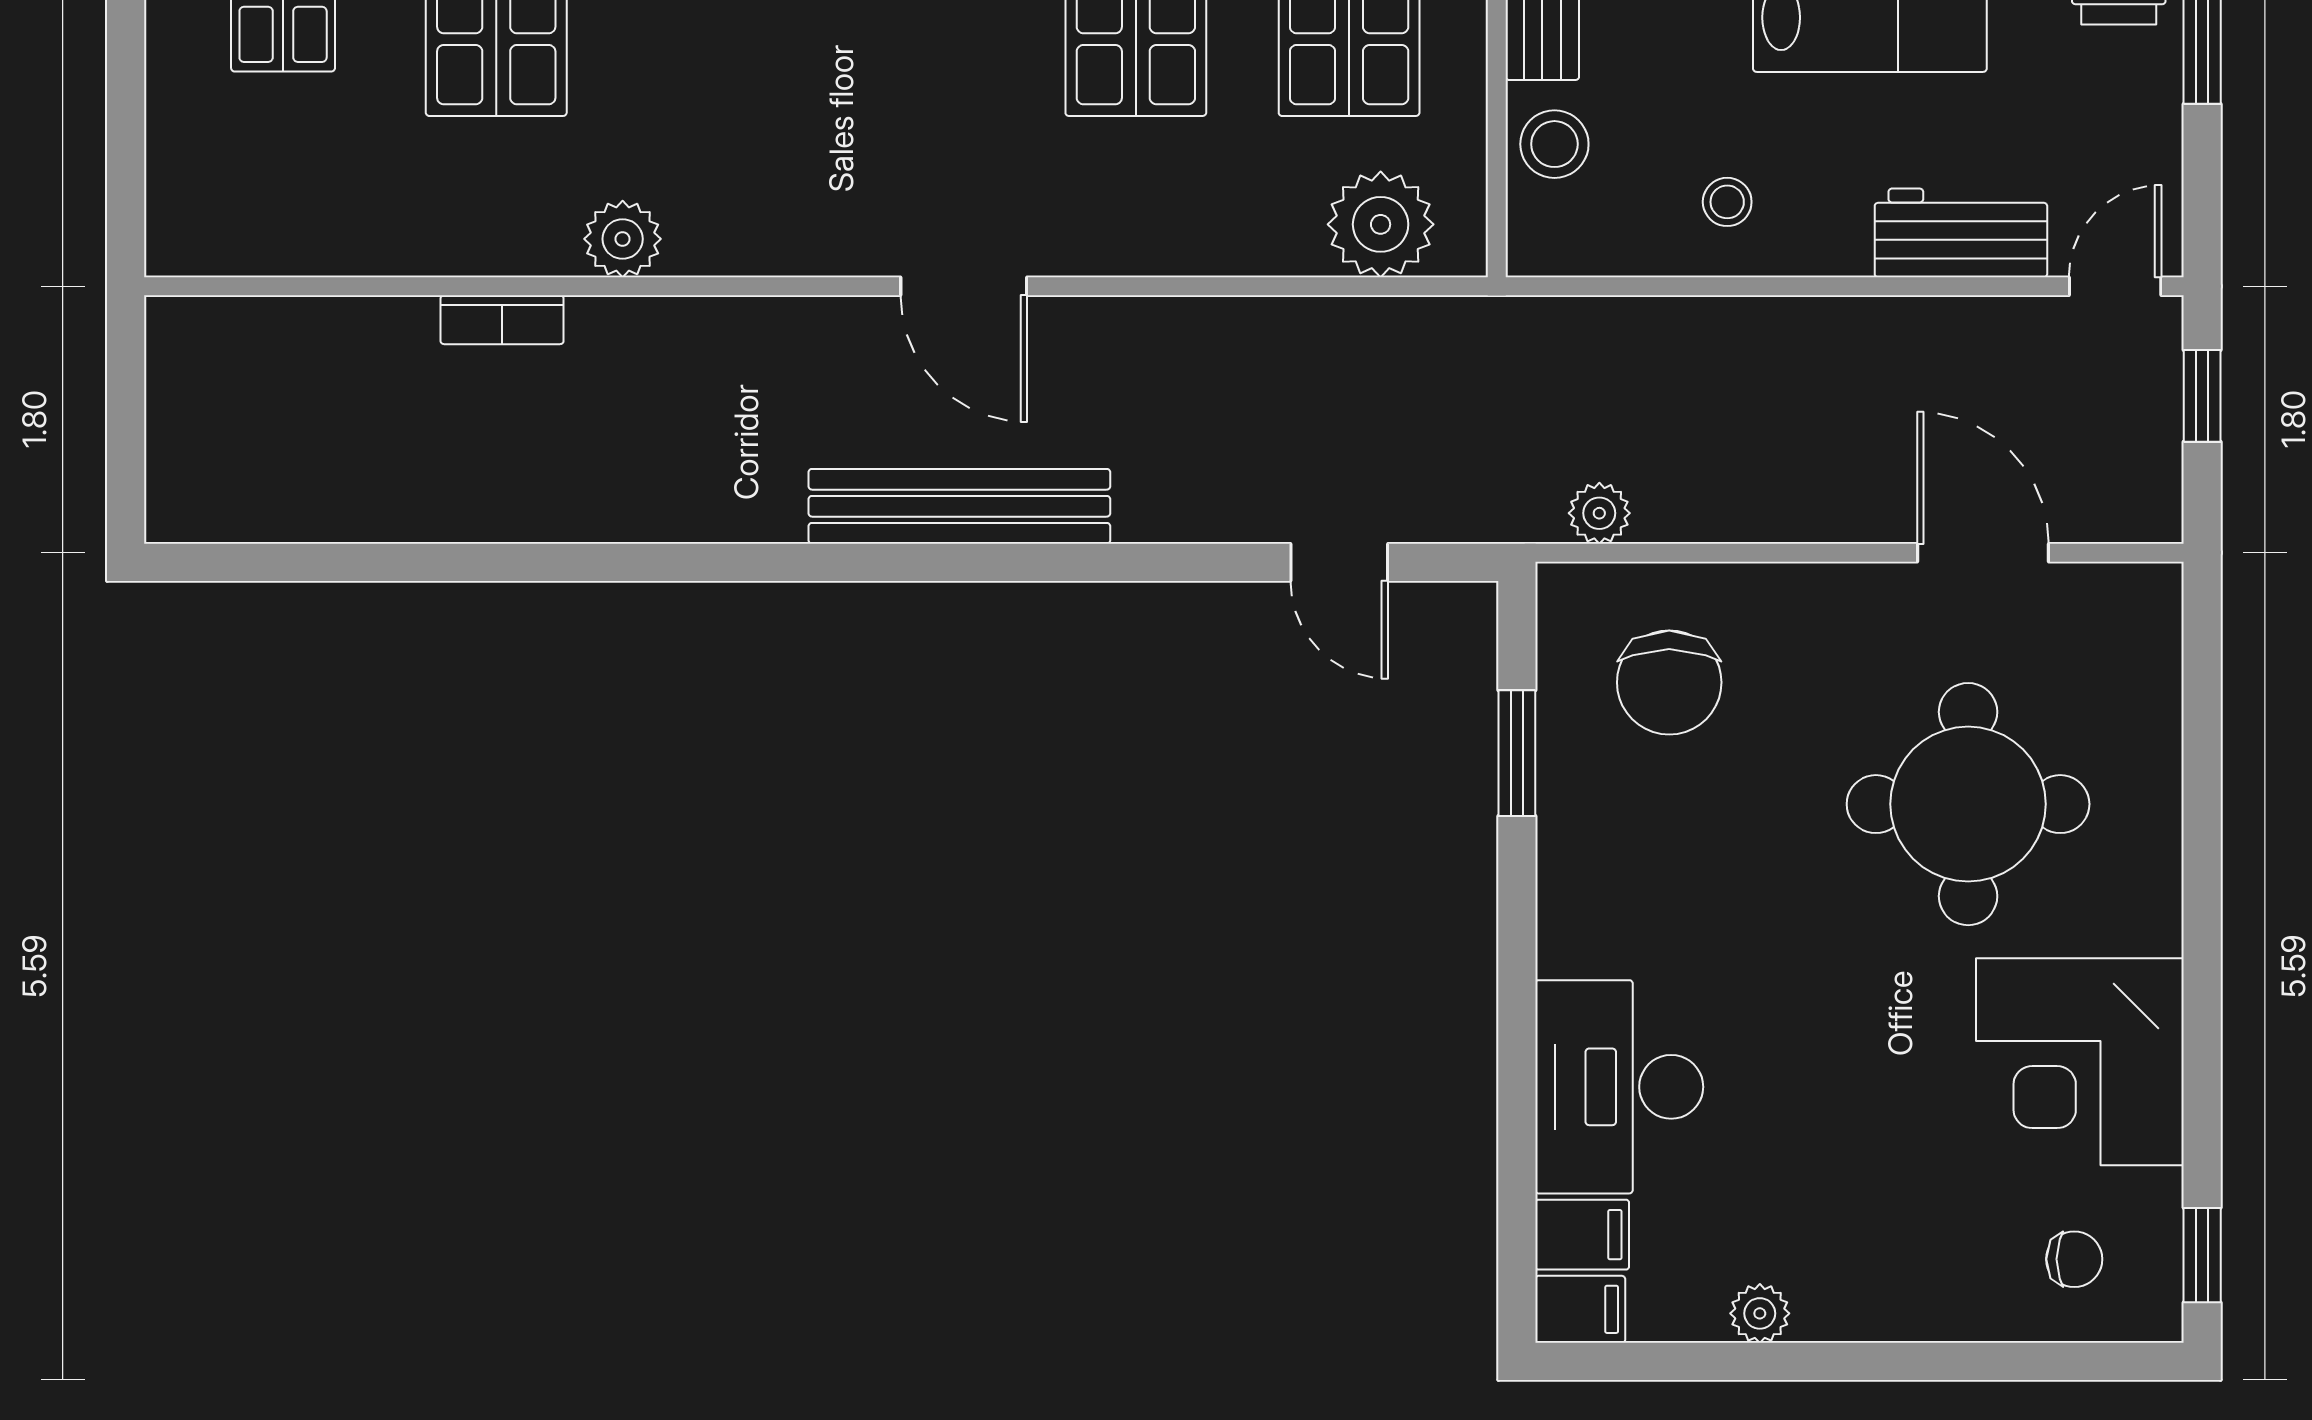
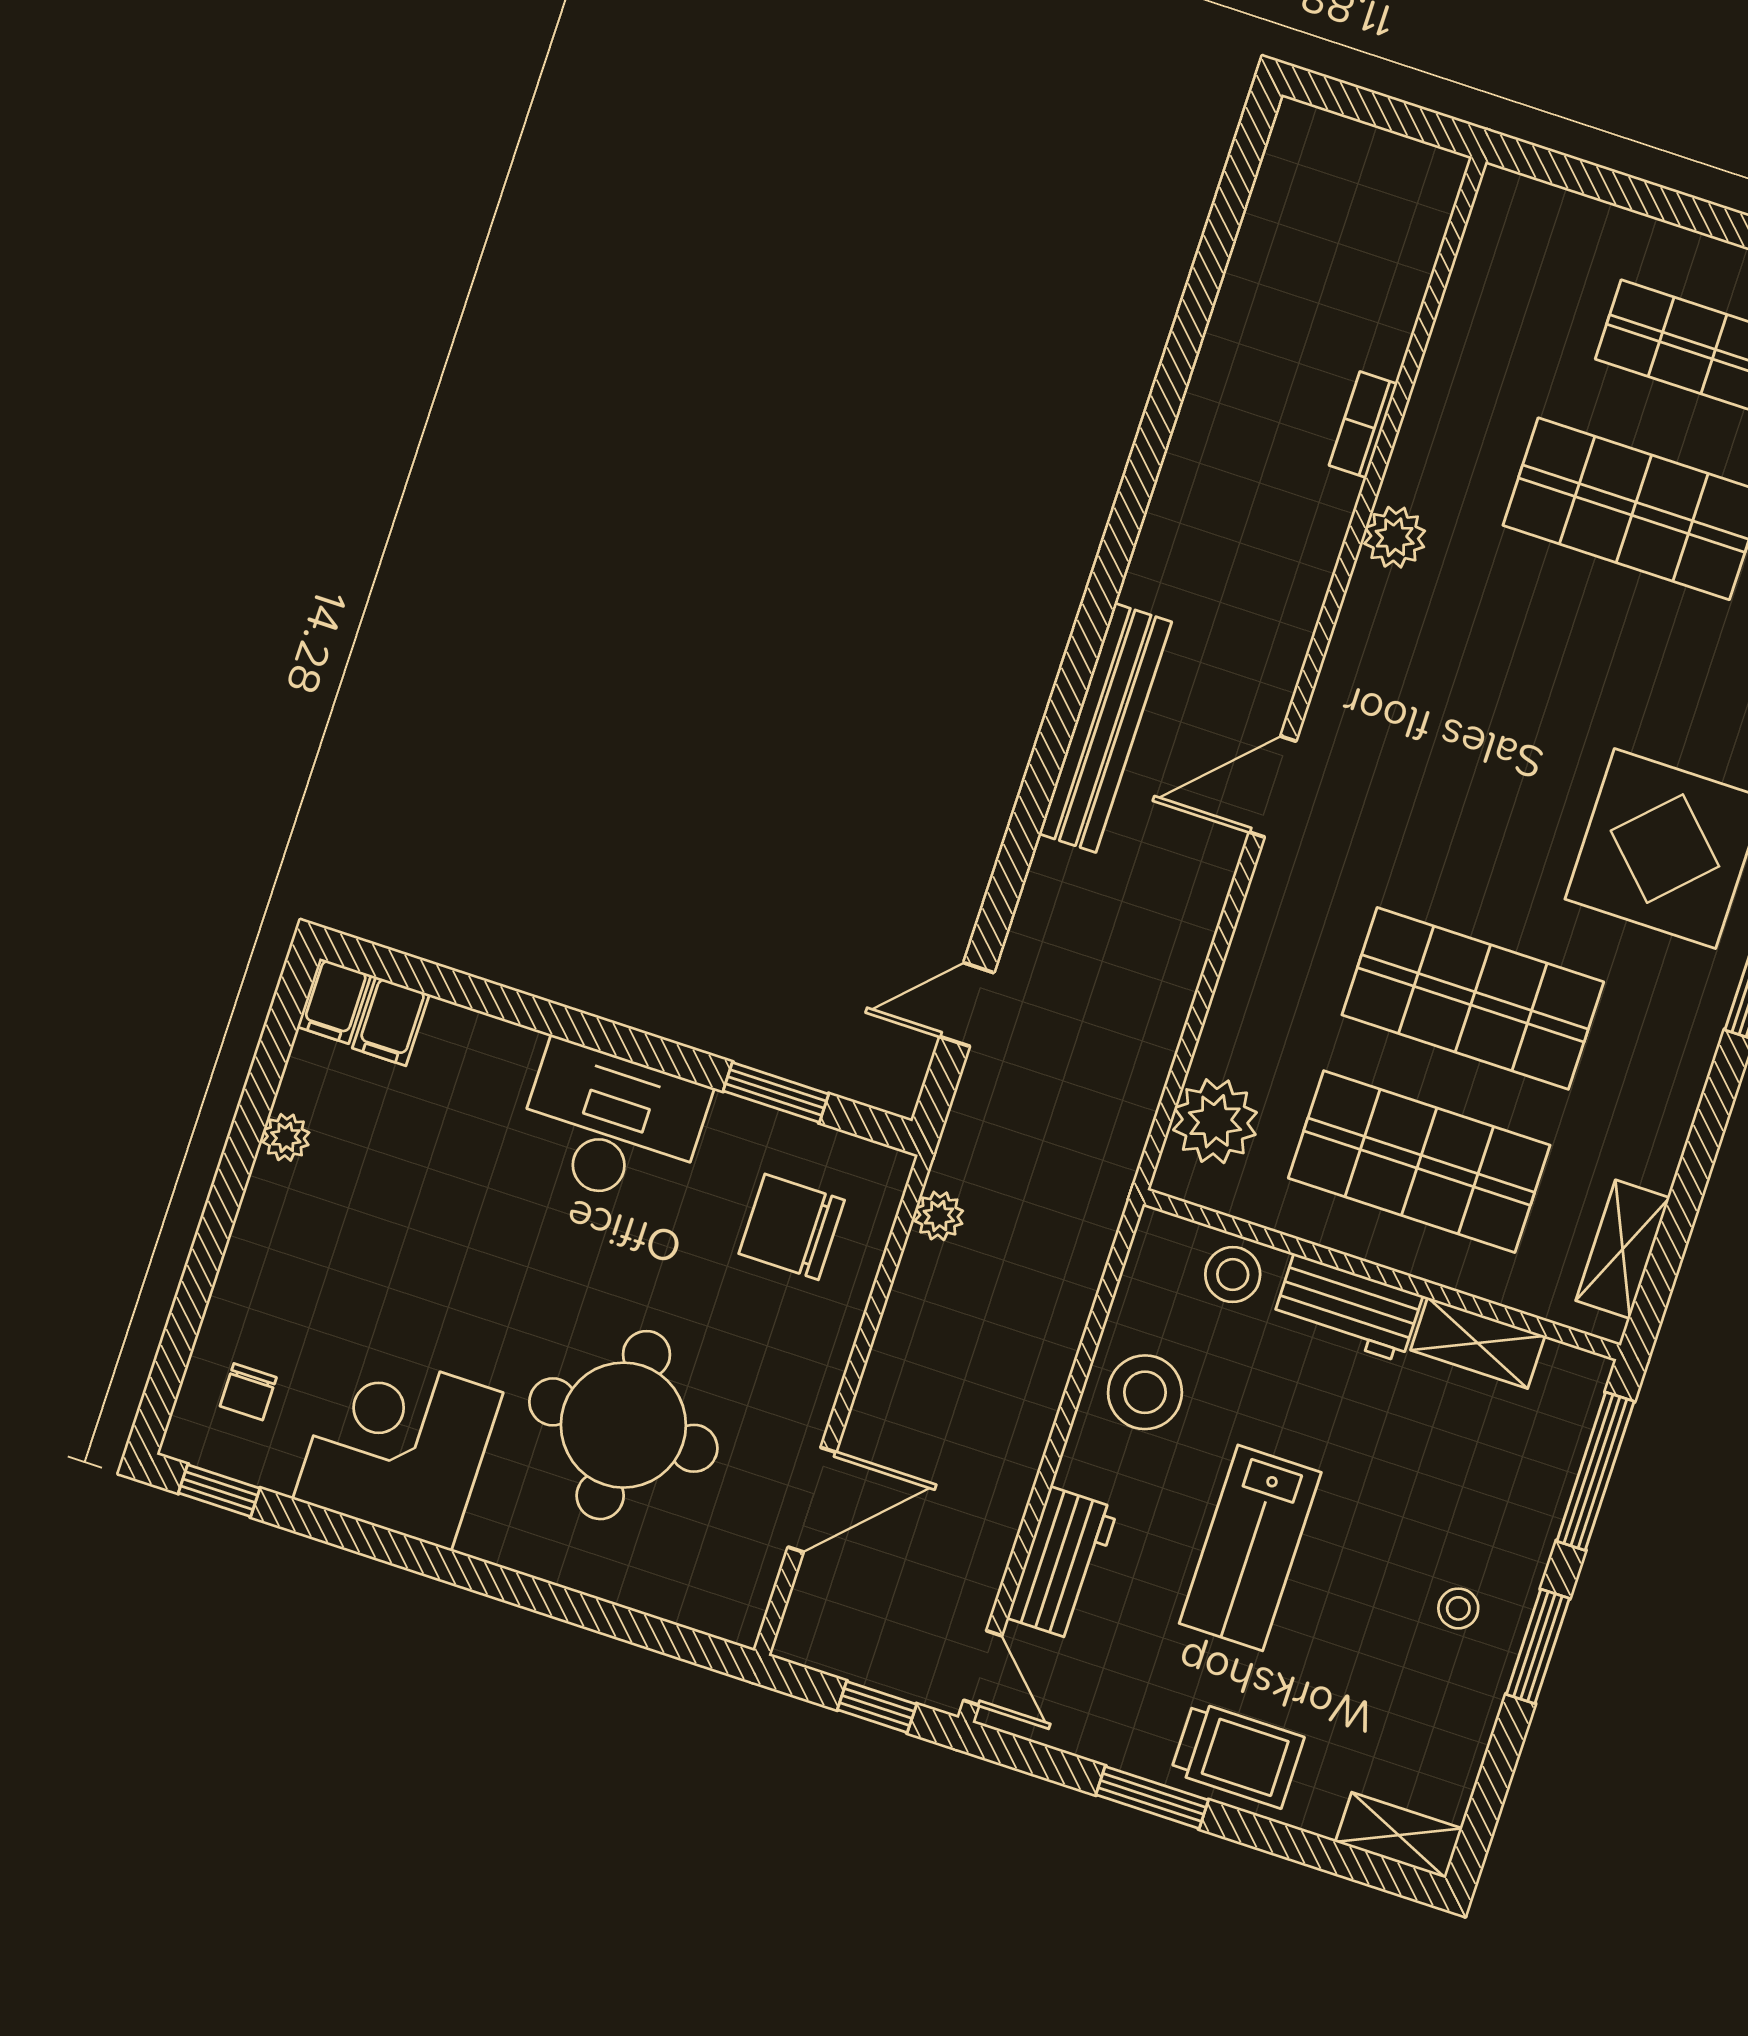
stool: (1727, 202) -> (1145, 1392), width x1.89, depth x1.89
desk: (1619, 1087) -> (612, 1125), moved

